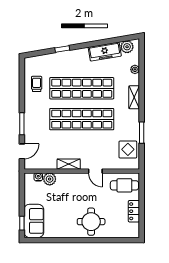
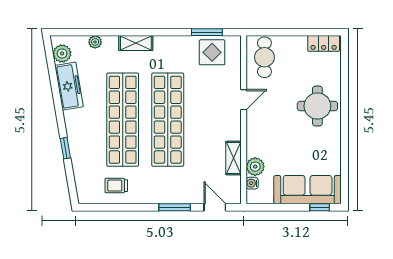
window: (142, 133) -> (207, 32), moved
shelving: (69, 164) -> (234, 158), moved
locker: (134, 211) -> (324, 43), moved
sofa: (34, 221) -> (308, 190), width x1.36

